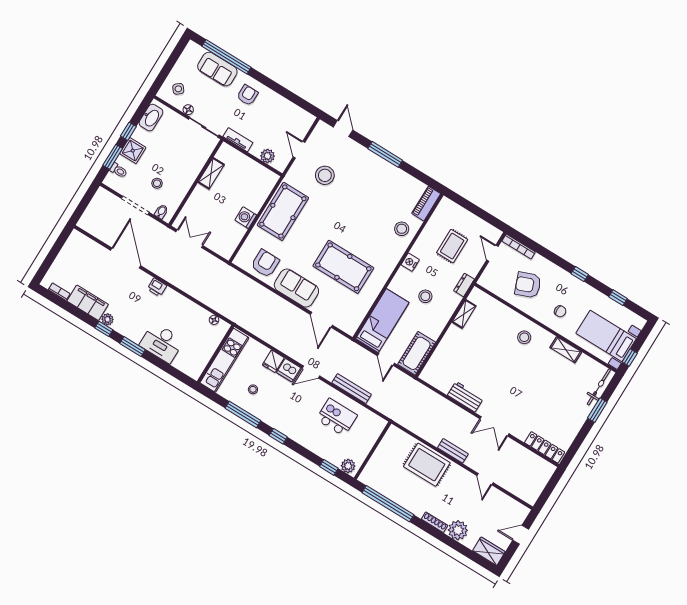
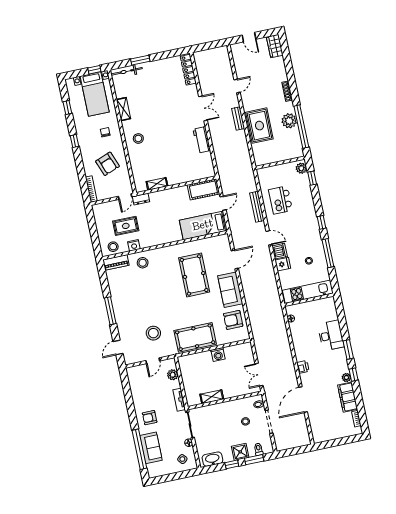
door: (492, 253) -> (125, 197), moved
nightstand: (410, 262) -> (134, 245), moved
stool: (425, 296) -> (113, 247), moved
plant: (458, 530) -> (289, 121), moved

